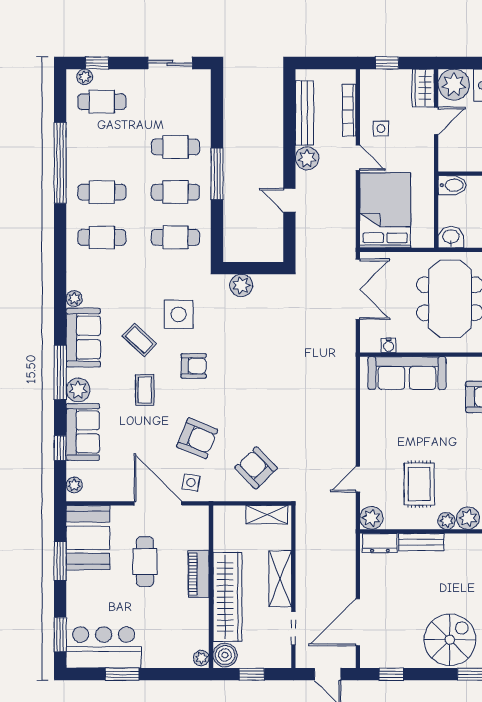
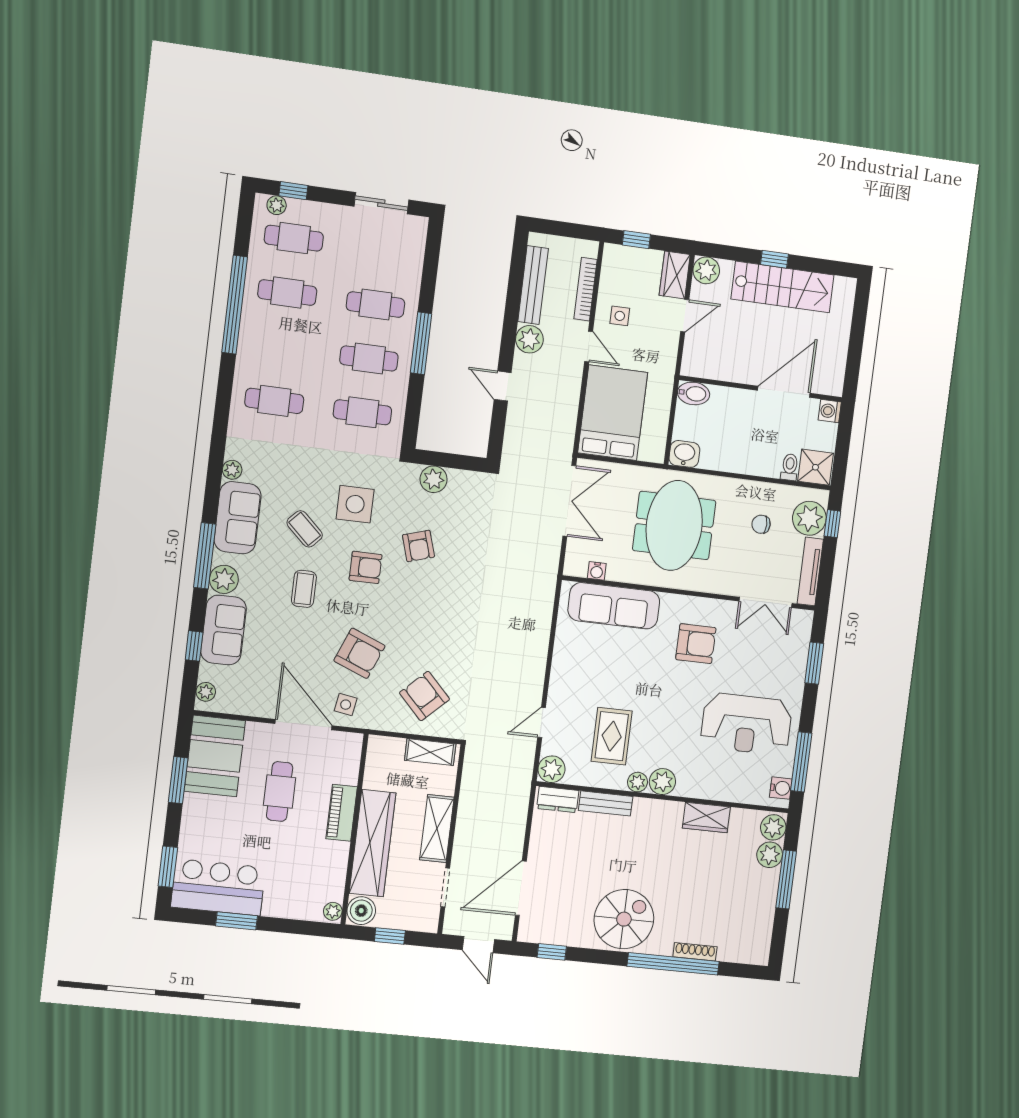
plant: (454, 85) -> (706, 270), width x0.73, depth x0.73
cafe table: (102, 192) -> (287, 292), moved
armchair: (235, 343) -> (418, 546), added

